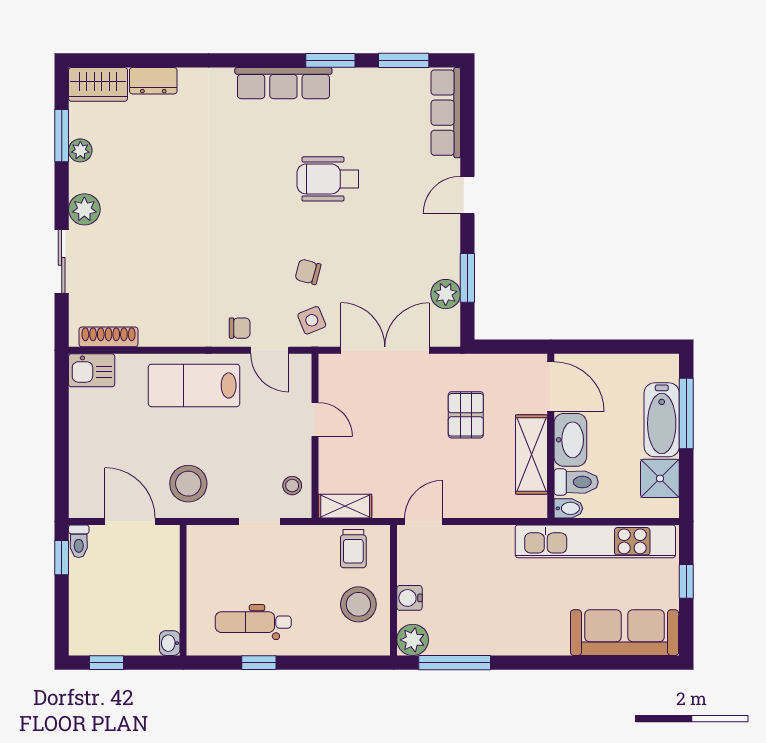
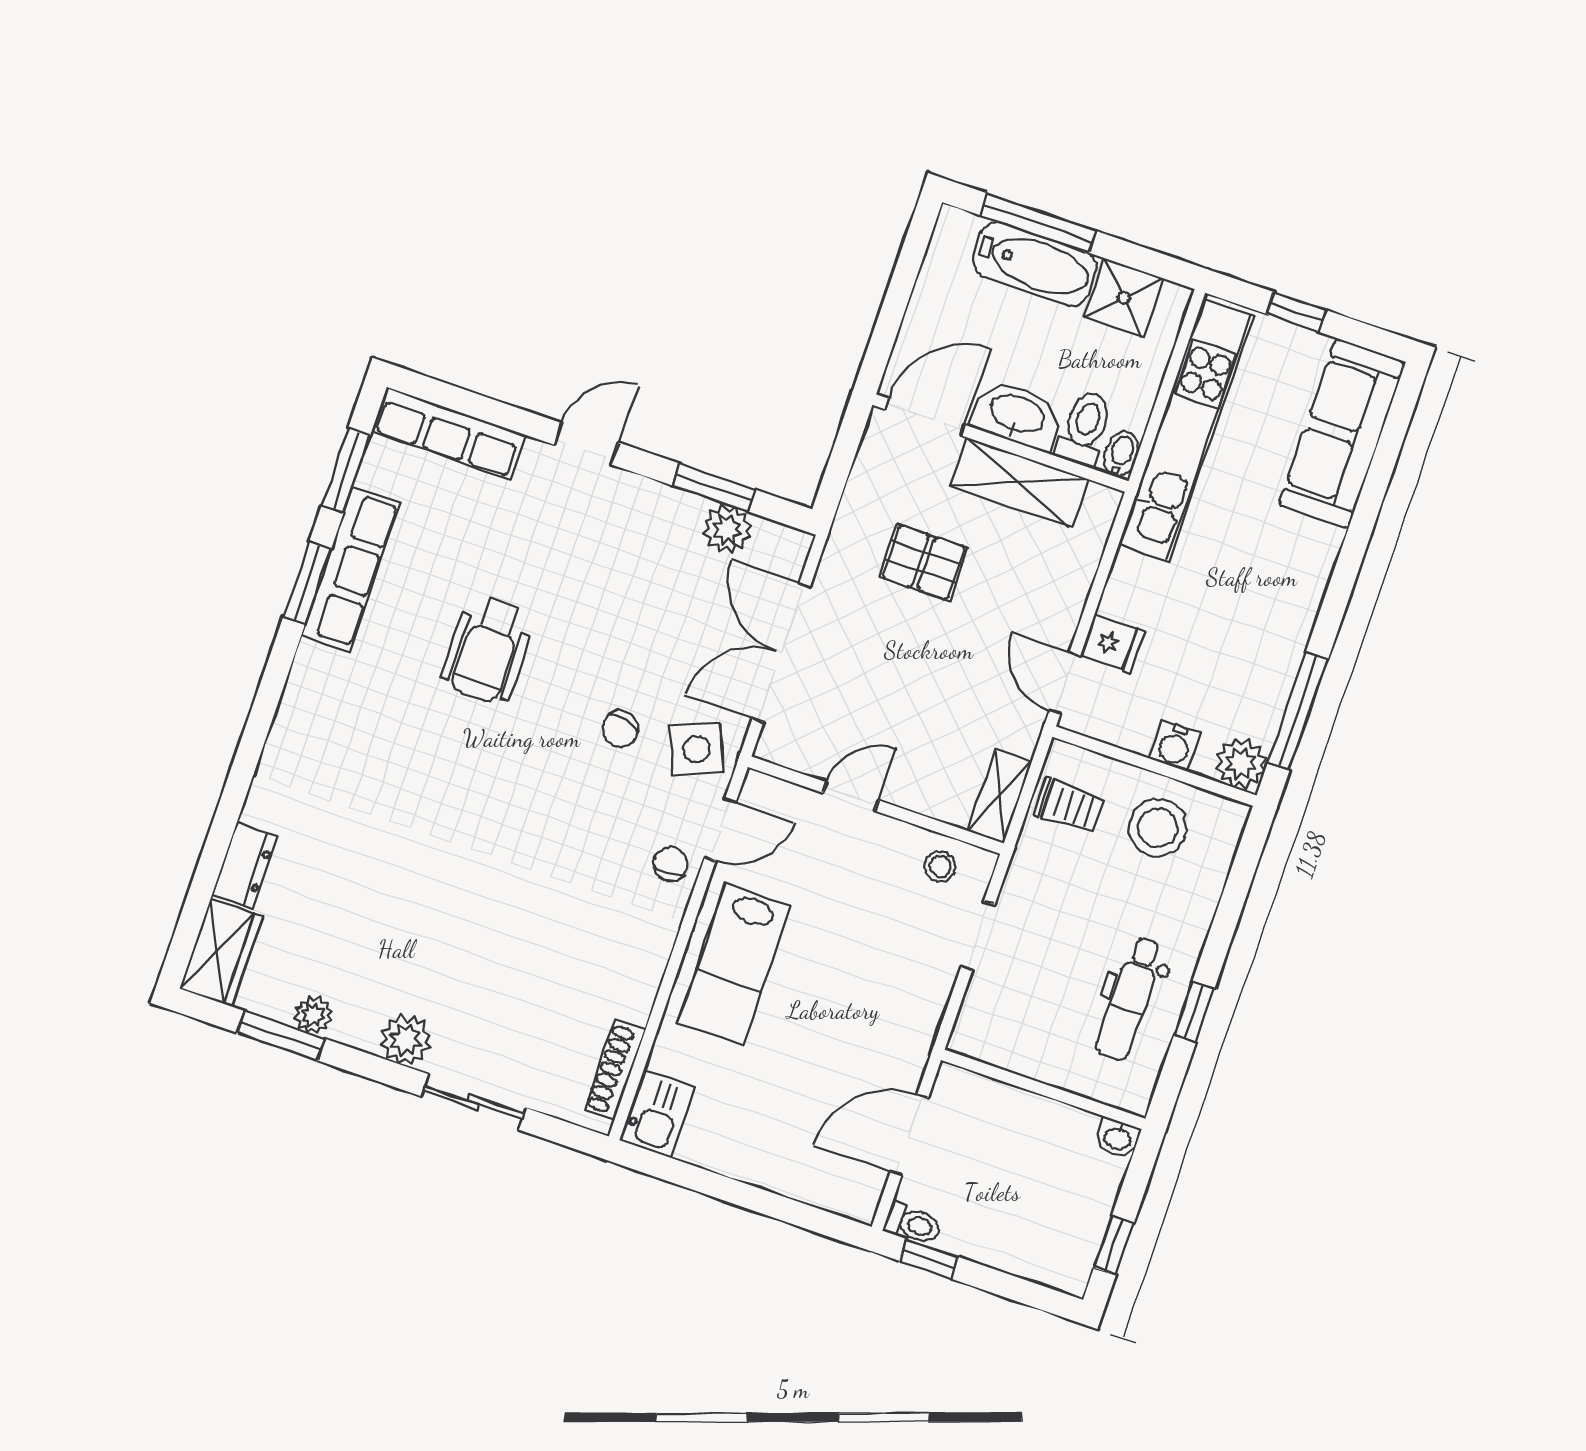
row of seats: (283, 83) -> (351, 569), moved
door: (467, 195) -> (586, 444), swing flipped
side table: (312, 320) -> (697, 749), width x1.37, depth x1.37
stool: (188, 484) -> (882, 1025), removed
fridge: (456, 541) -> (1112, 644), added

